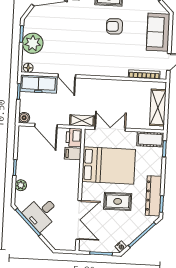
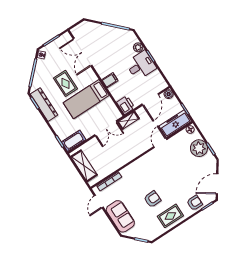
door: (67, 76) -> (160, 143), hinge flipped
door: (46, 126) -> (150, 99), swing flipped
filing cabinet: (73, 154) -> (110, 80), moved
bed: (109, 165) -> (86, 99), width x0.67
rug: (118, 201) -> (65, 83), turned 90
desk: (41, 213) -> (141, 65), moved, turned 45

